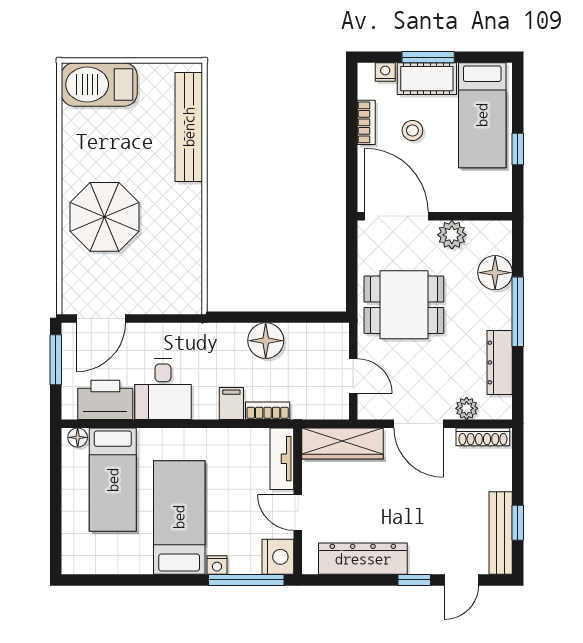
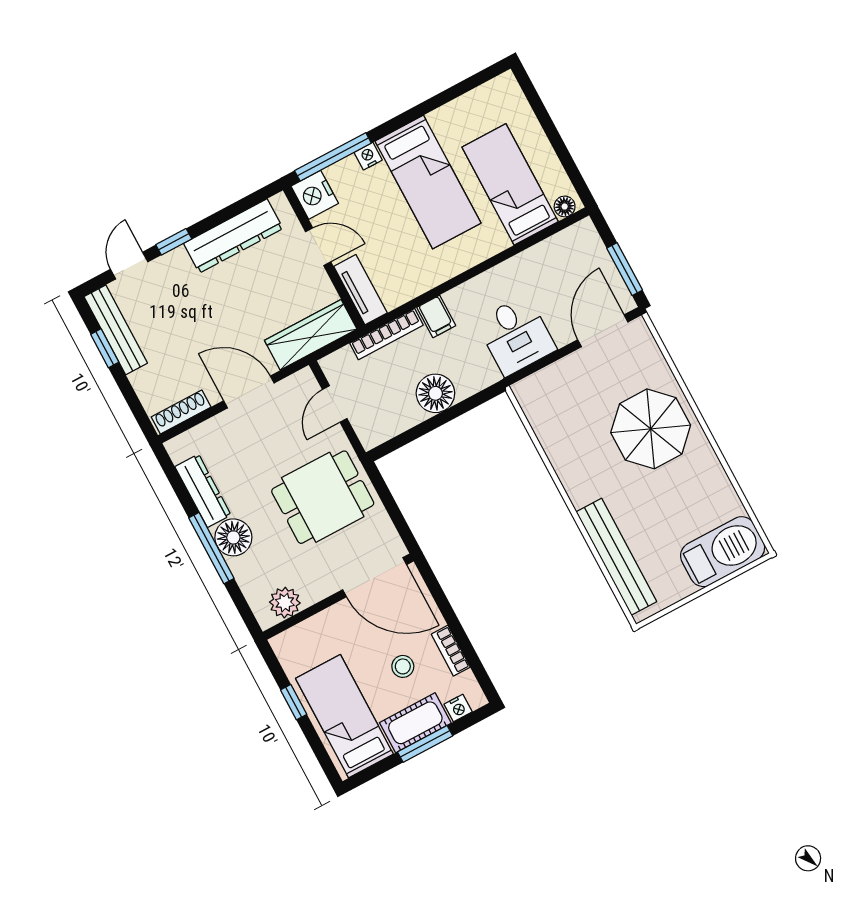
plant: (452, 235) -> (285, 603), moved
floor lamp: (495, 273) -> (233, 537), moved
door: (353, 376) -> (335, 404), hinge flipped
desk: (163, 389) -> (516, 335), moved, turned 180
printer: (105, 400) -> (557, 256), removed
plant: (467, 408) -> (211, 431), removed
bookcase: (268, 411) -> (387, 334), width x1.56

